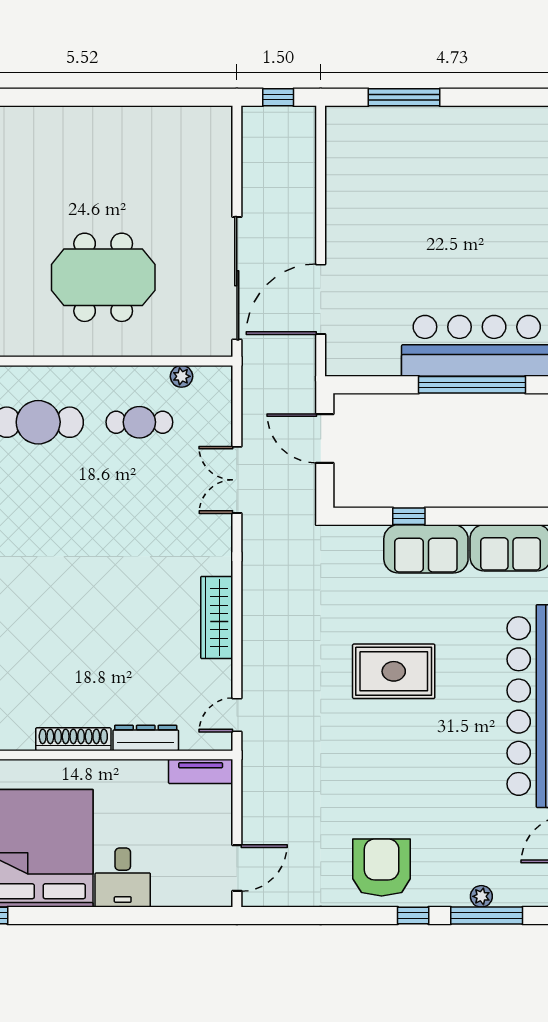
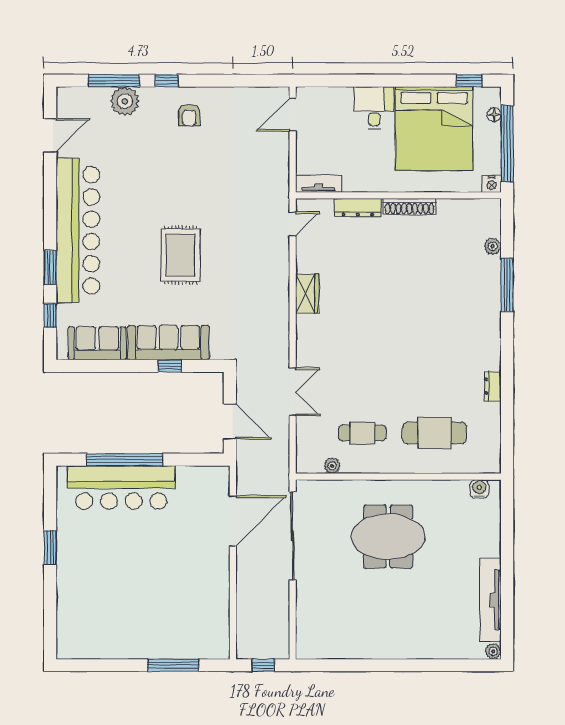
sofa: (426, 549) -> (168, 343), width x1.36
wardrobe: (217, 617) -> (307, 294), width x0.67
rug: (394, 671) -> (181, 255), turned 90
armchair: (382, 868) -> (189, 115), width x0.53, depth x0.53
plant: (481, 896) -> (125, 101), width x1.88, depth x1.88

